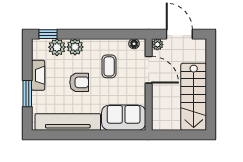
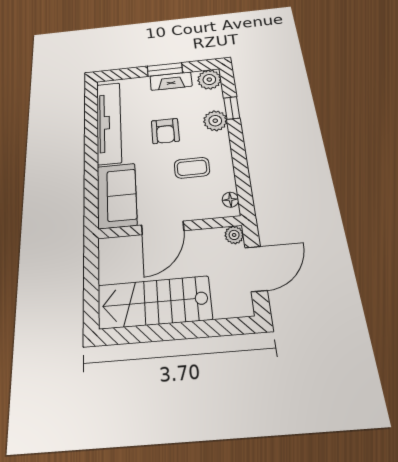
window: (48, 34) -> (232, 108), moved
plant: (57, 47) -> (209, 80), moved
door: (149, 70) -> (163, 228), moved
window: (27, 94) -> (165, 69), moved

